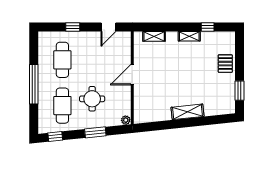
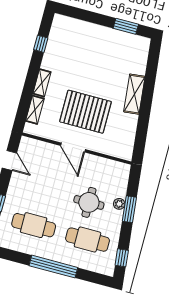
shelving: (189, 36) -> (42, 83), moved
pallet: (225, 64) -> (85, 112), moved, width x2.05, depth x2.00
plant: (126, 120) -> (119, 204), moved

